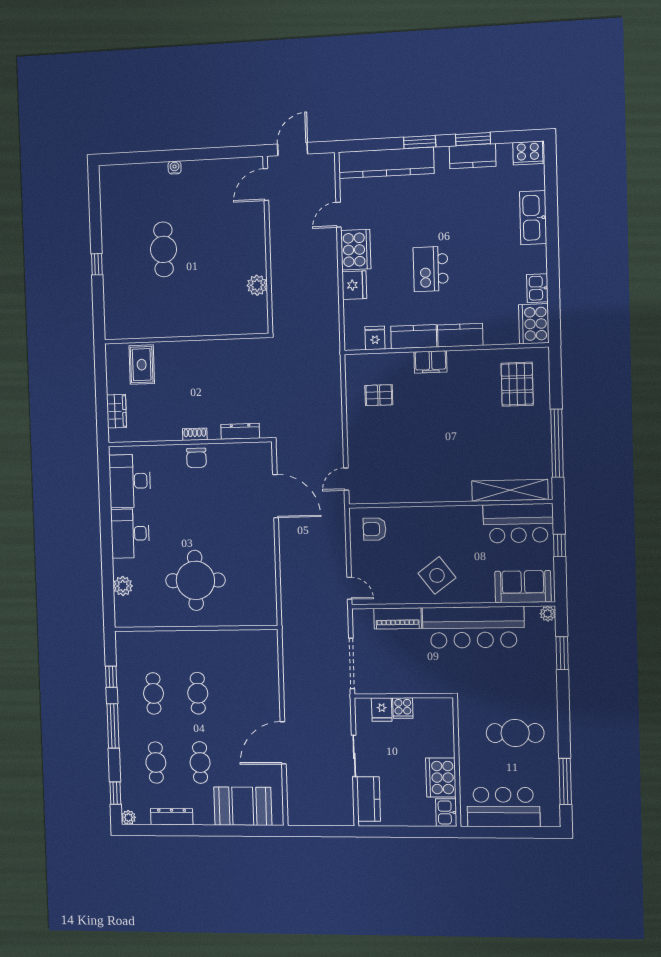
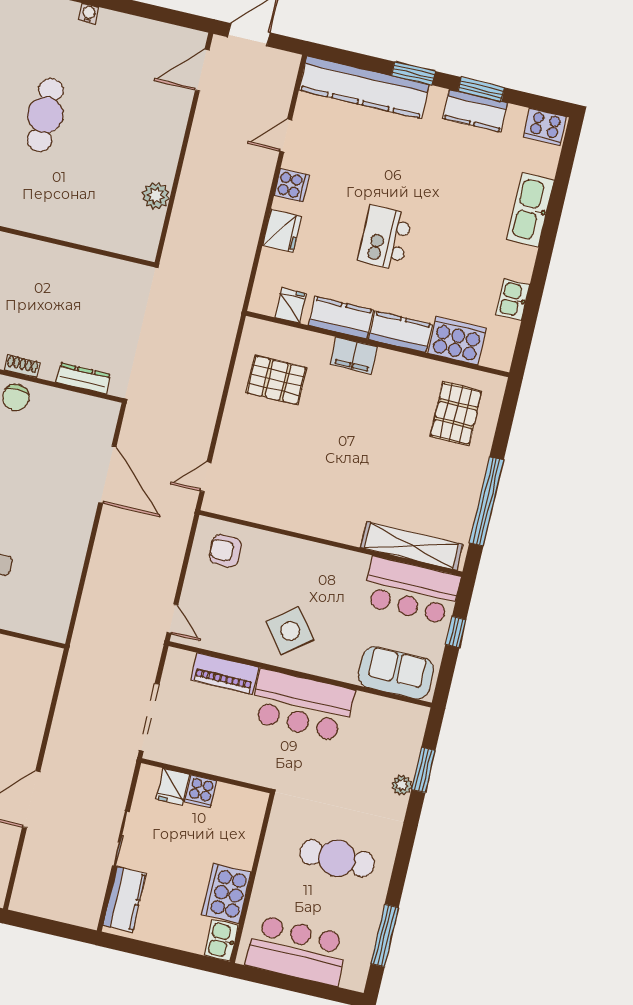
cooker: (356, 250) -> (292, 185), width x0.53, depth x0.76
cooker: (534, 324) -> (457, 341), moved, turned 90
pallet: (379, 395) -> (276, 380), width x1.50, depth x1.42
plant: (548, 614) -> (402, 785), moved
bar counter: (473, 627) -> (302, 705), width x0.73

